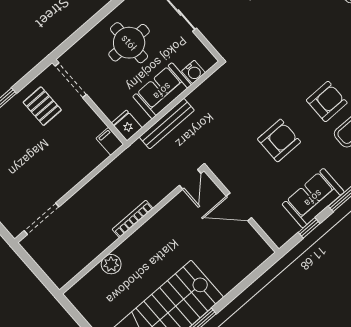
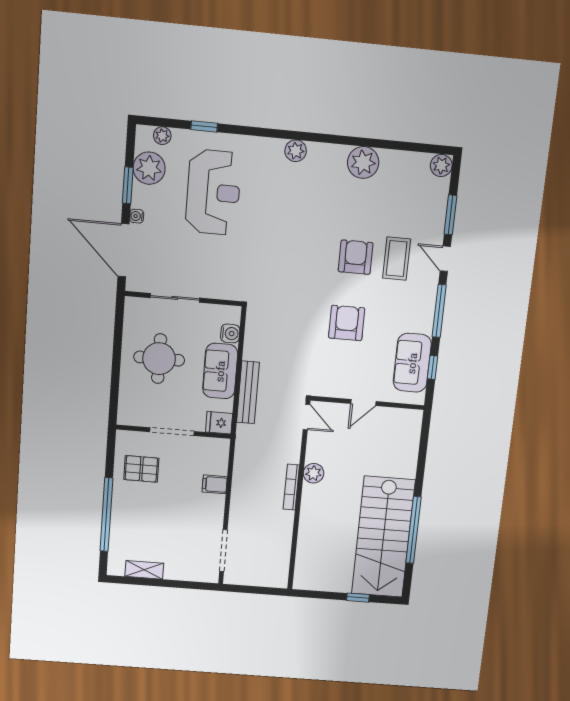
doorway: (71, 80) -> (172, 432), moved
filing cabinet: (110, 141) -> (215, 484), moved
sofa: (313, 198) -> (412, 363), moved
door: (239, 207) -> (363, 403), width x0.73
plant: (111, 264) -> (314, 473), moved

